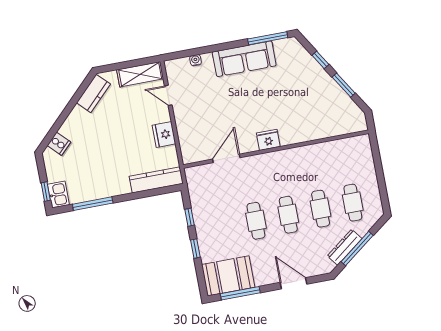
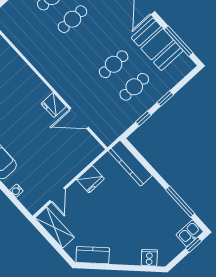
fridge: (268, 140) -> (54, 105), moved
cafe table: (288, 215) -> (134, 87), moved
booth: (228, 276) -> (157, 44), moved

